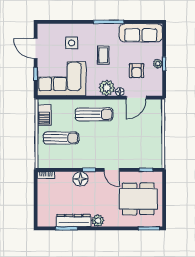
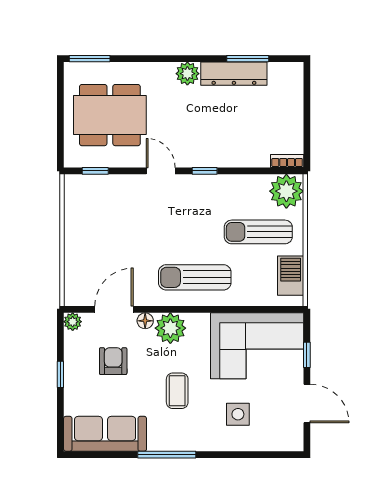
plant: (158, 64) -> (73, 322), moved
plant: (46, 159) -> (286, 191), added
floor lamp: (80, 179) -> (221, 153), removed

